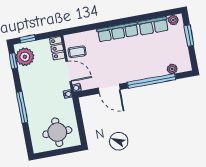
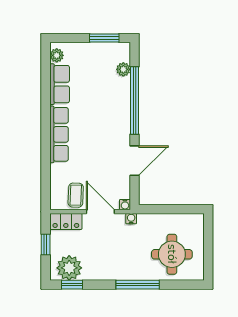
window: (189, 36) -> (104, 38), moved
window: (28, 39) -> (46, 244), moved
door: (69, 71) -> (100, 212), hinge flipped
round table: (57, 132) -> (172, 254), moved

